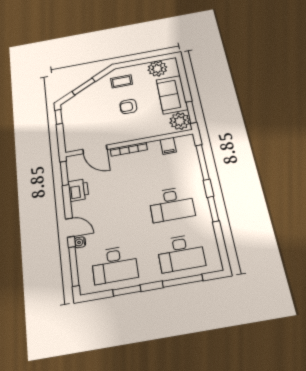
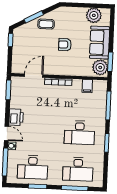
coffee table: (122, 81) -> (46, 24), moved
door: (95, 149) -> (34, 76), swing flipped
printer: (78, 190) -> (16, 117), moved

